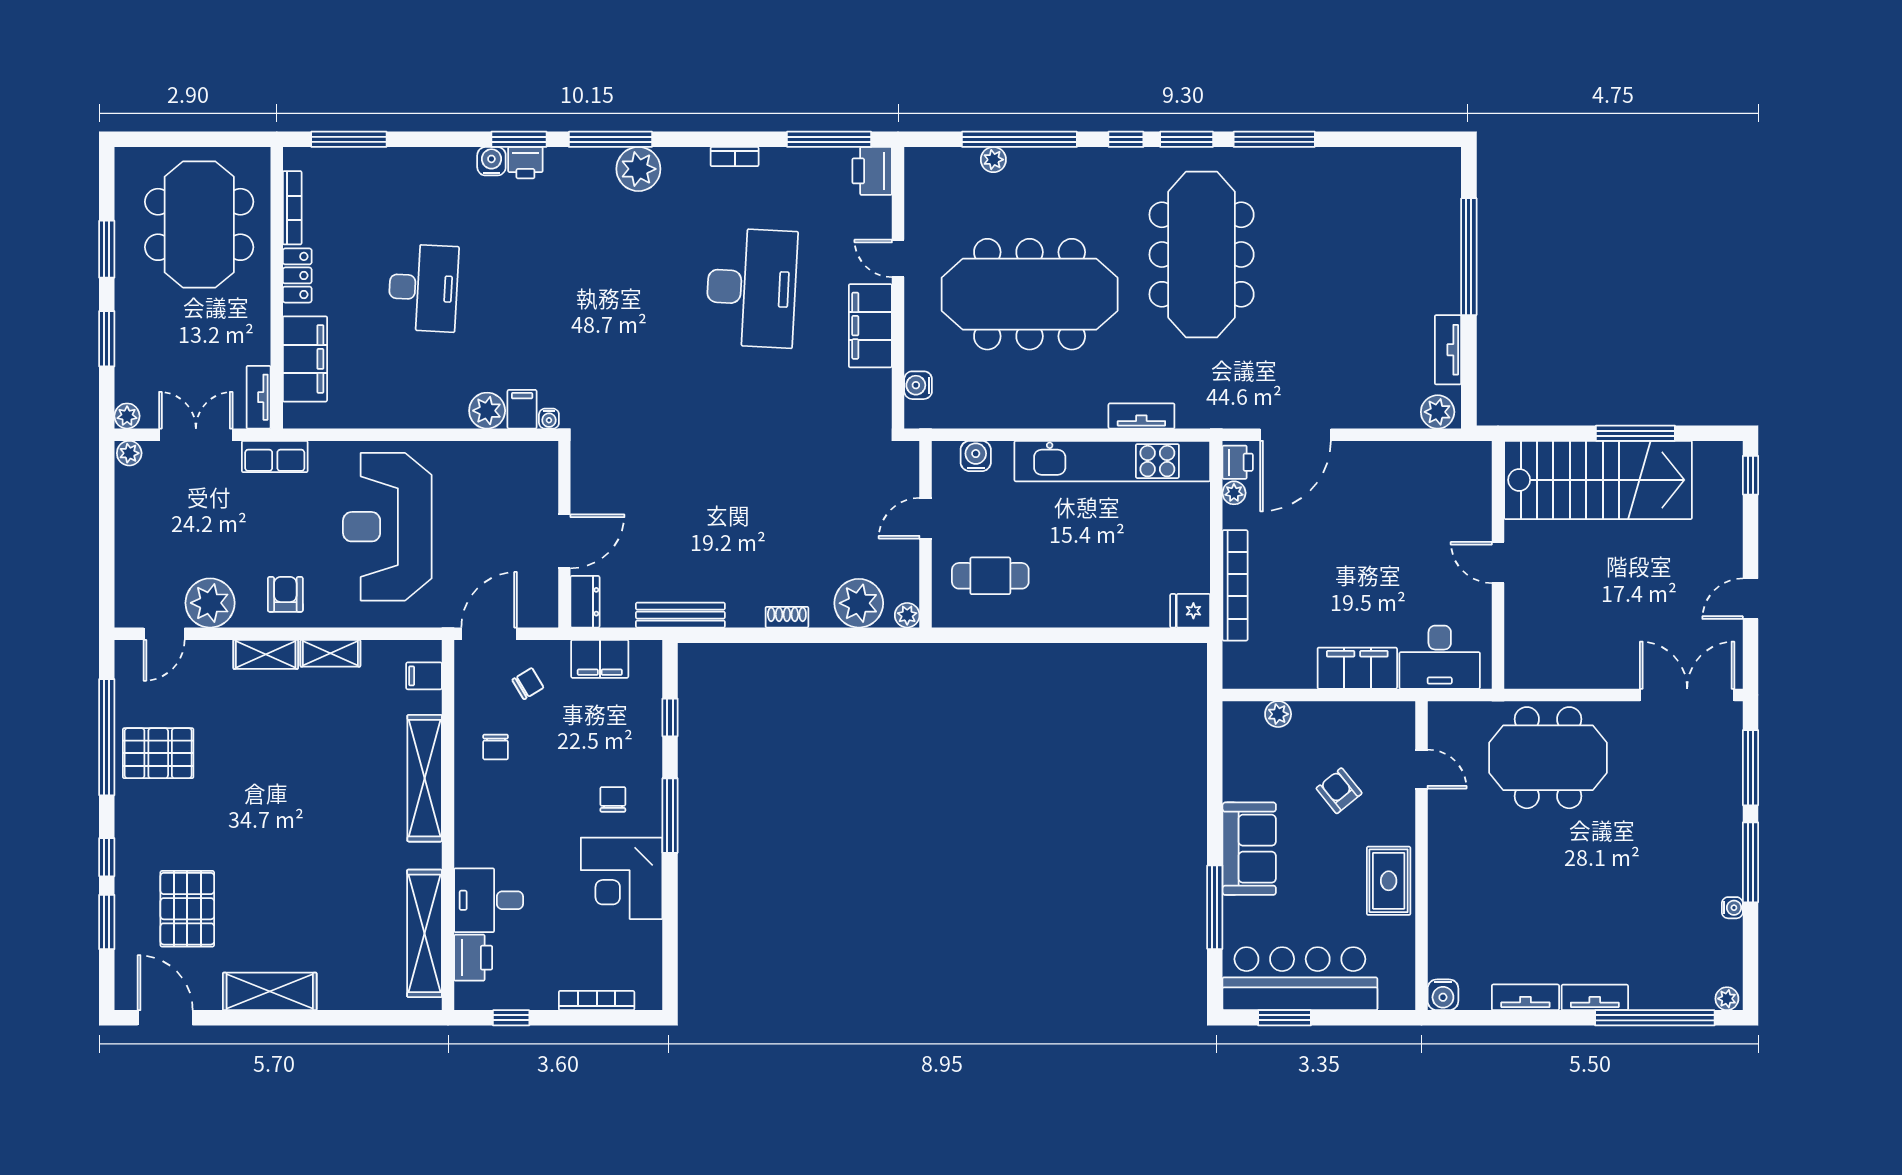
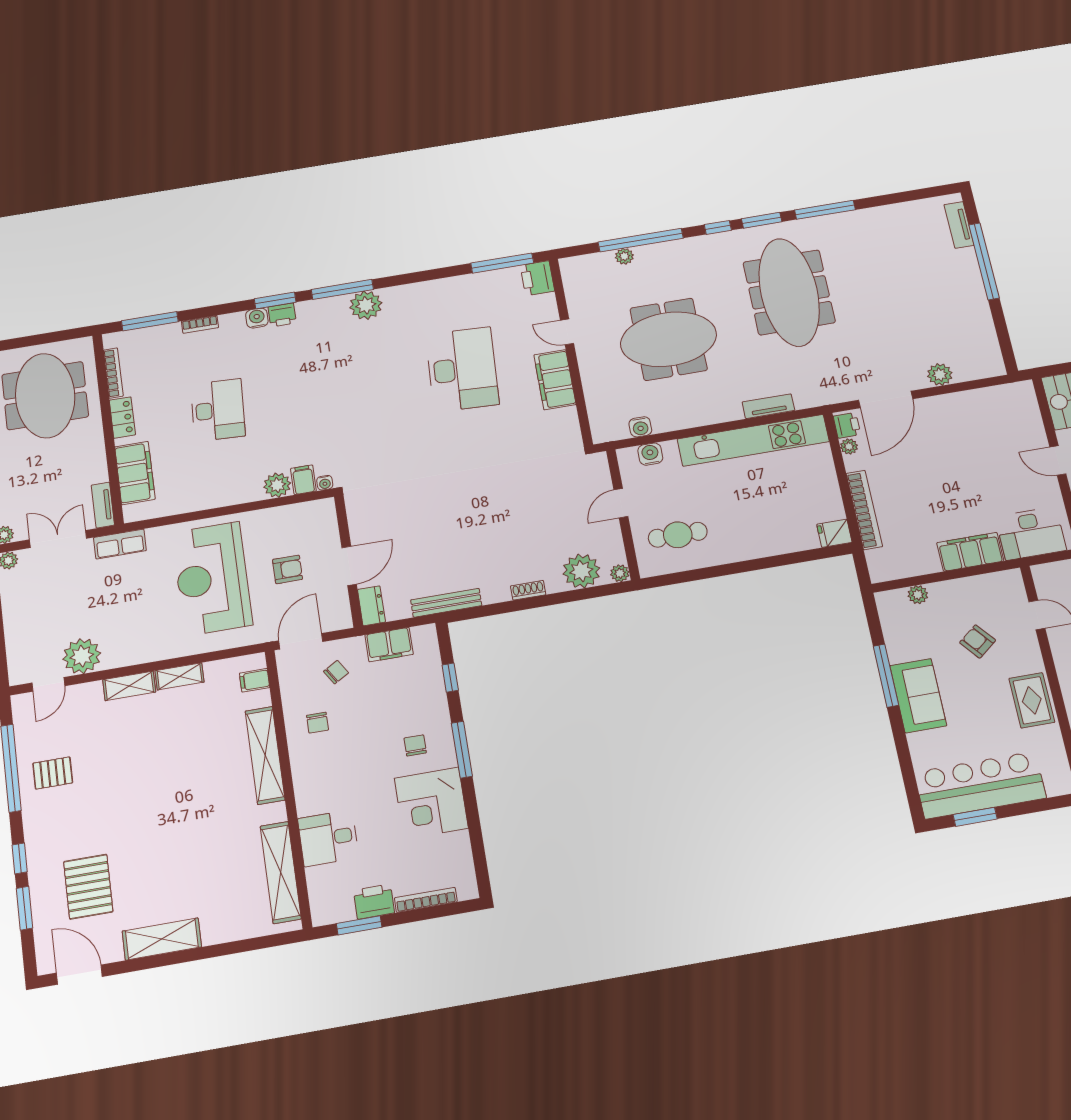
bookcase: (735, 157) -> (200, 324), moved
meeting table: (1030, 294) -> (669, 339), width x0.73
tv unit: (1448, 350) -> (959, 225), moved
water cooler: (918, 385) -> (640, 427), moved, turned -90
plant: (1438, 412) -> (940, 375), moved
armchair: (285, 594) -> (288, 569), moved, turned 90
pallet: (158, 753) -> (53, 773), width x0.67, depth x0.71
window: (1215, 907) -> (886, 676), moved
printer: (473, 958) -> (374, 902), moved, turned -90
window: (511, 1018) -> (359, 925), width x1.50

